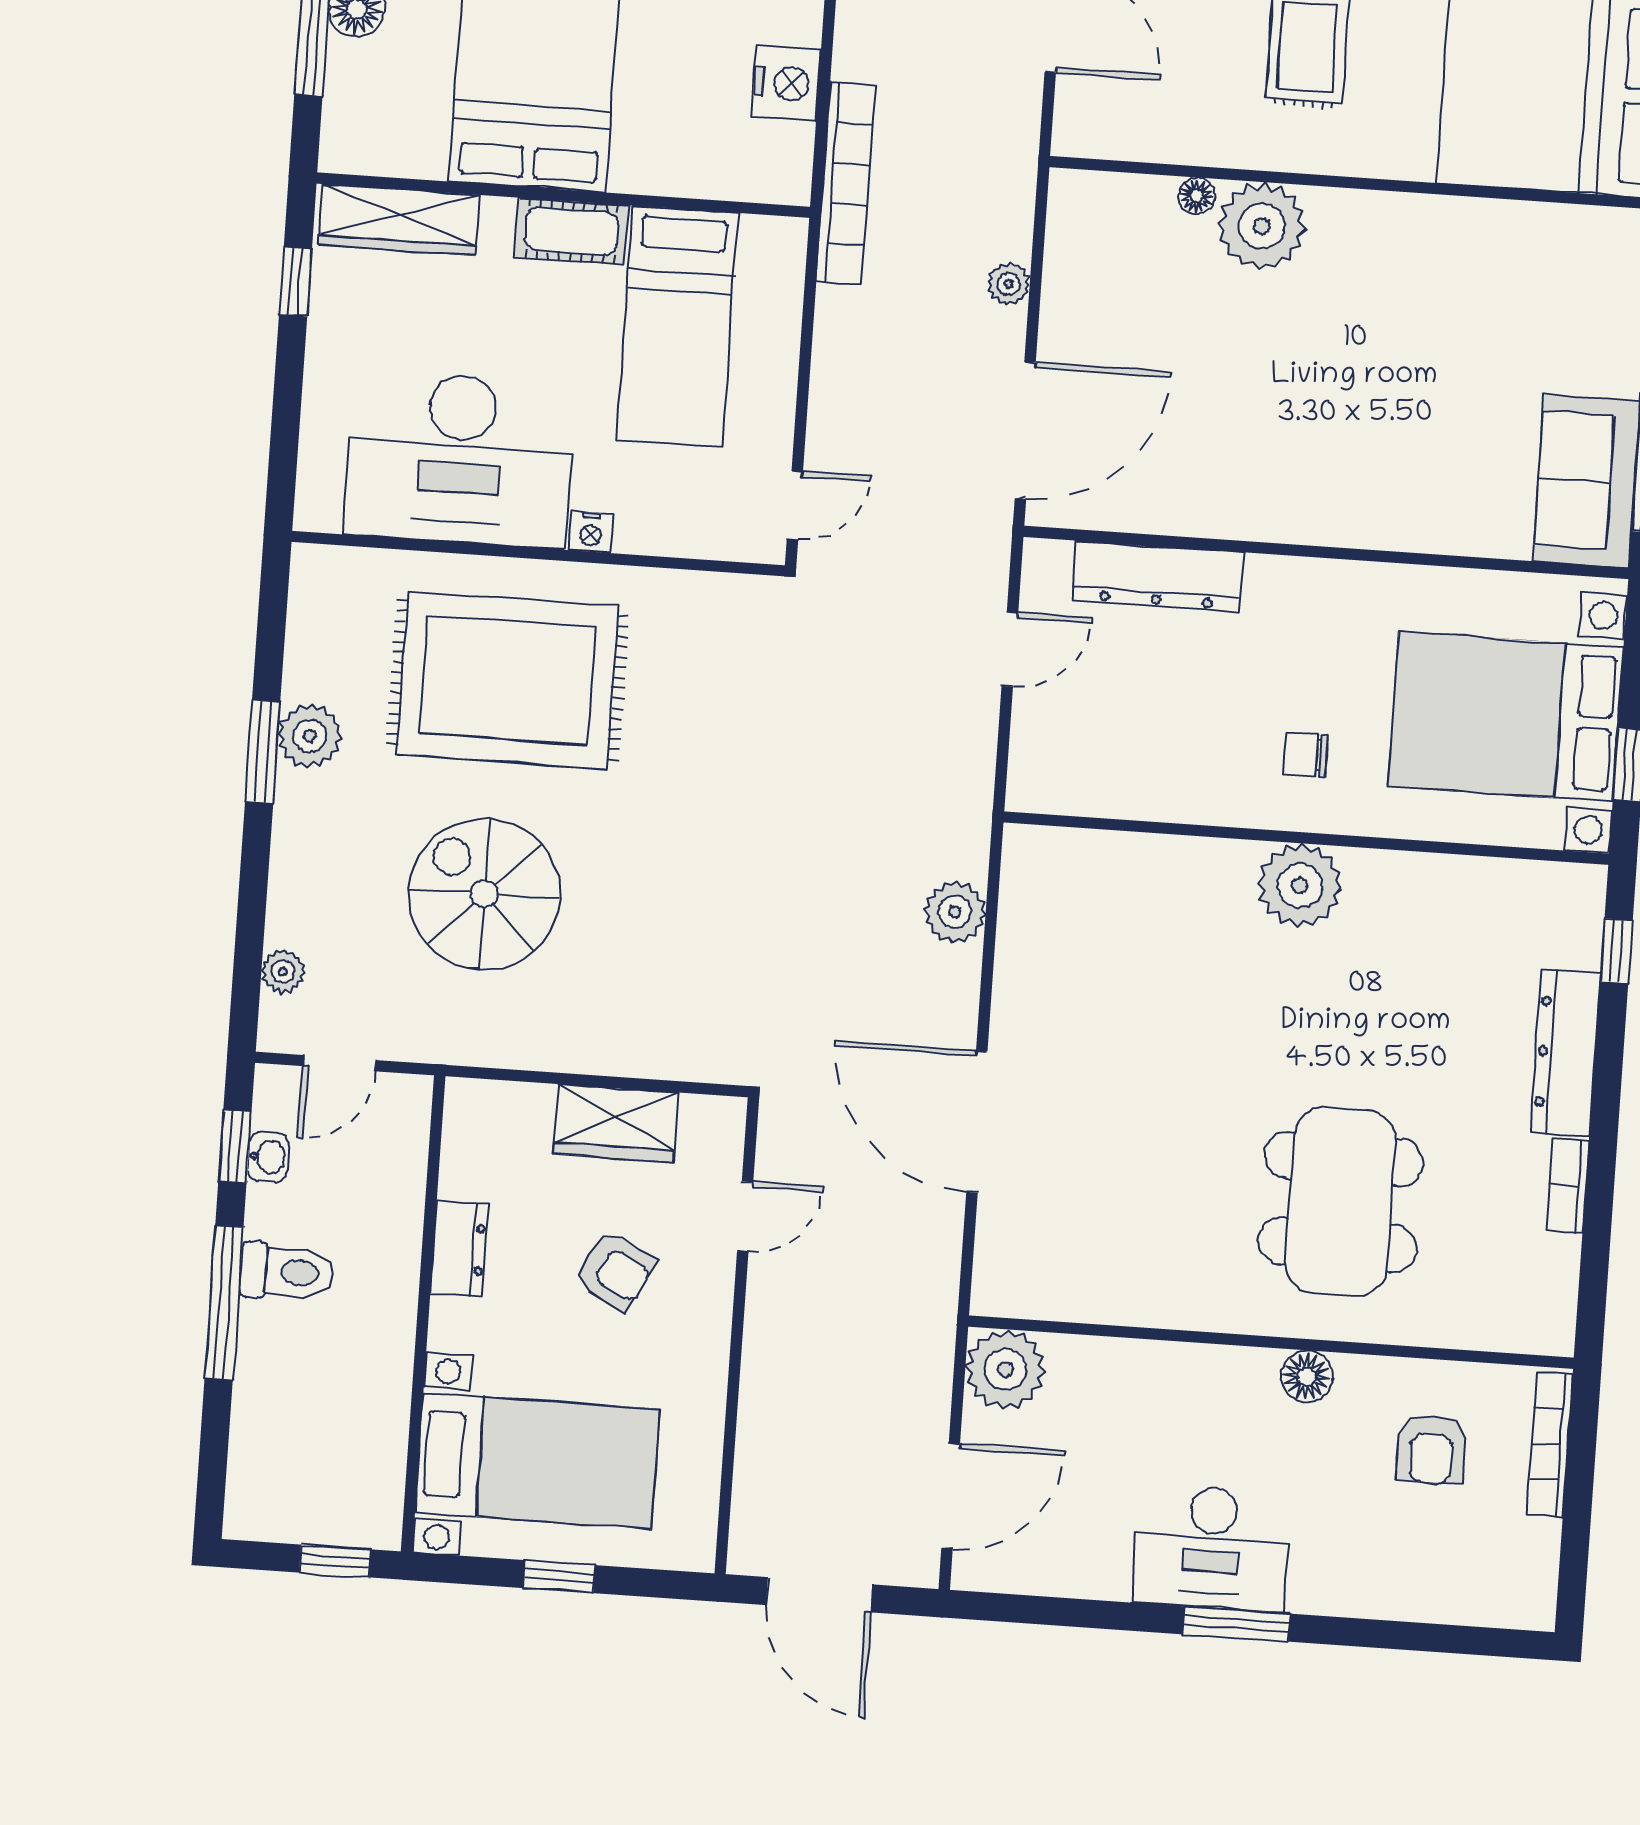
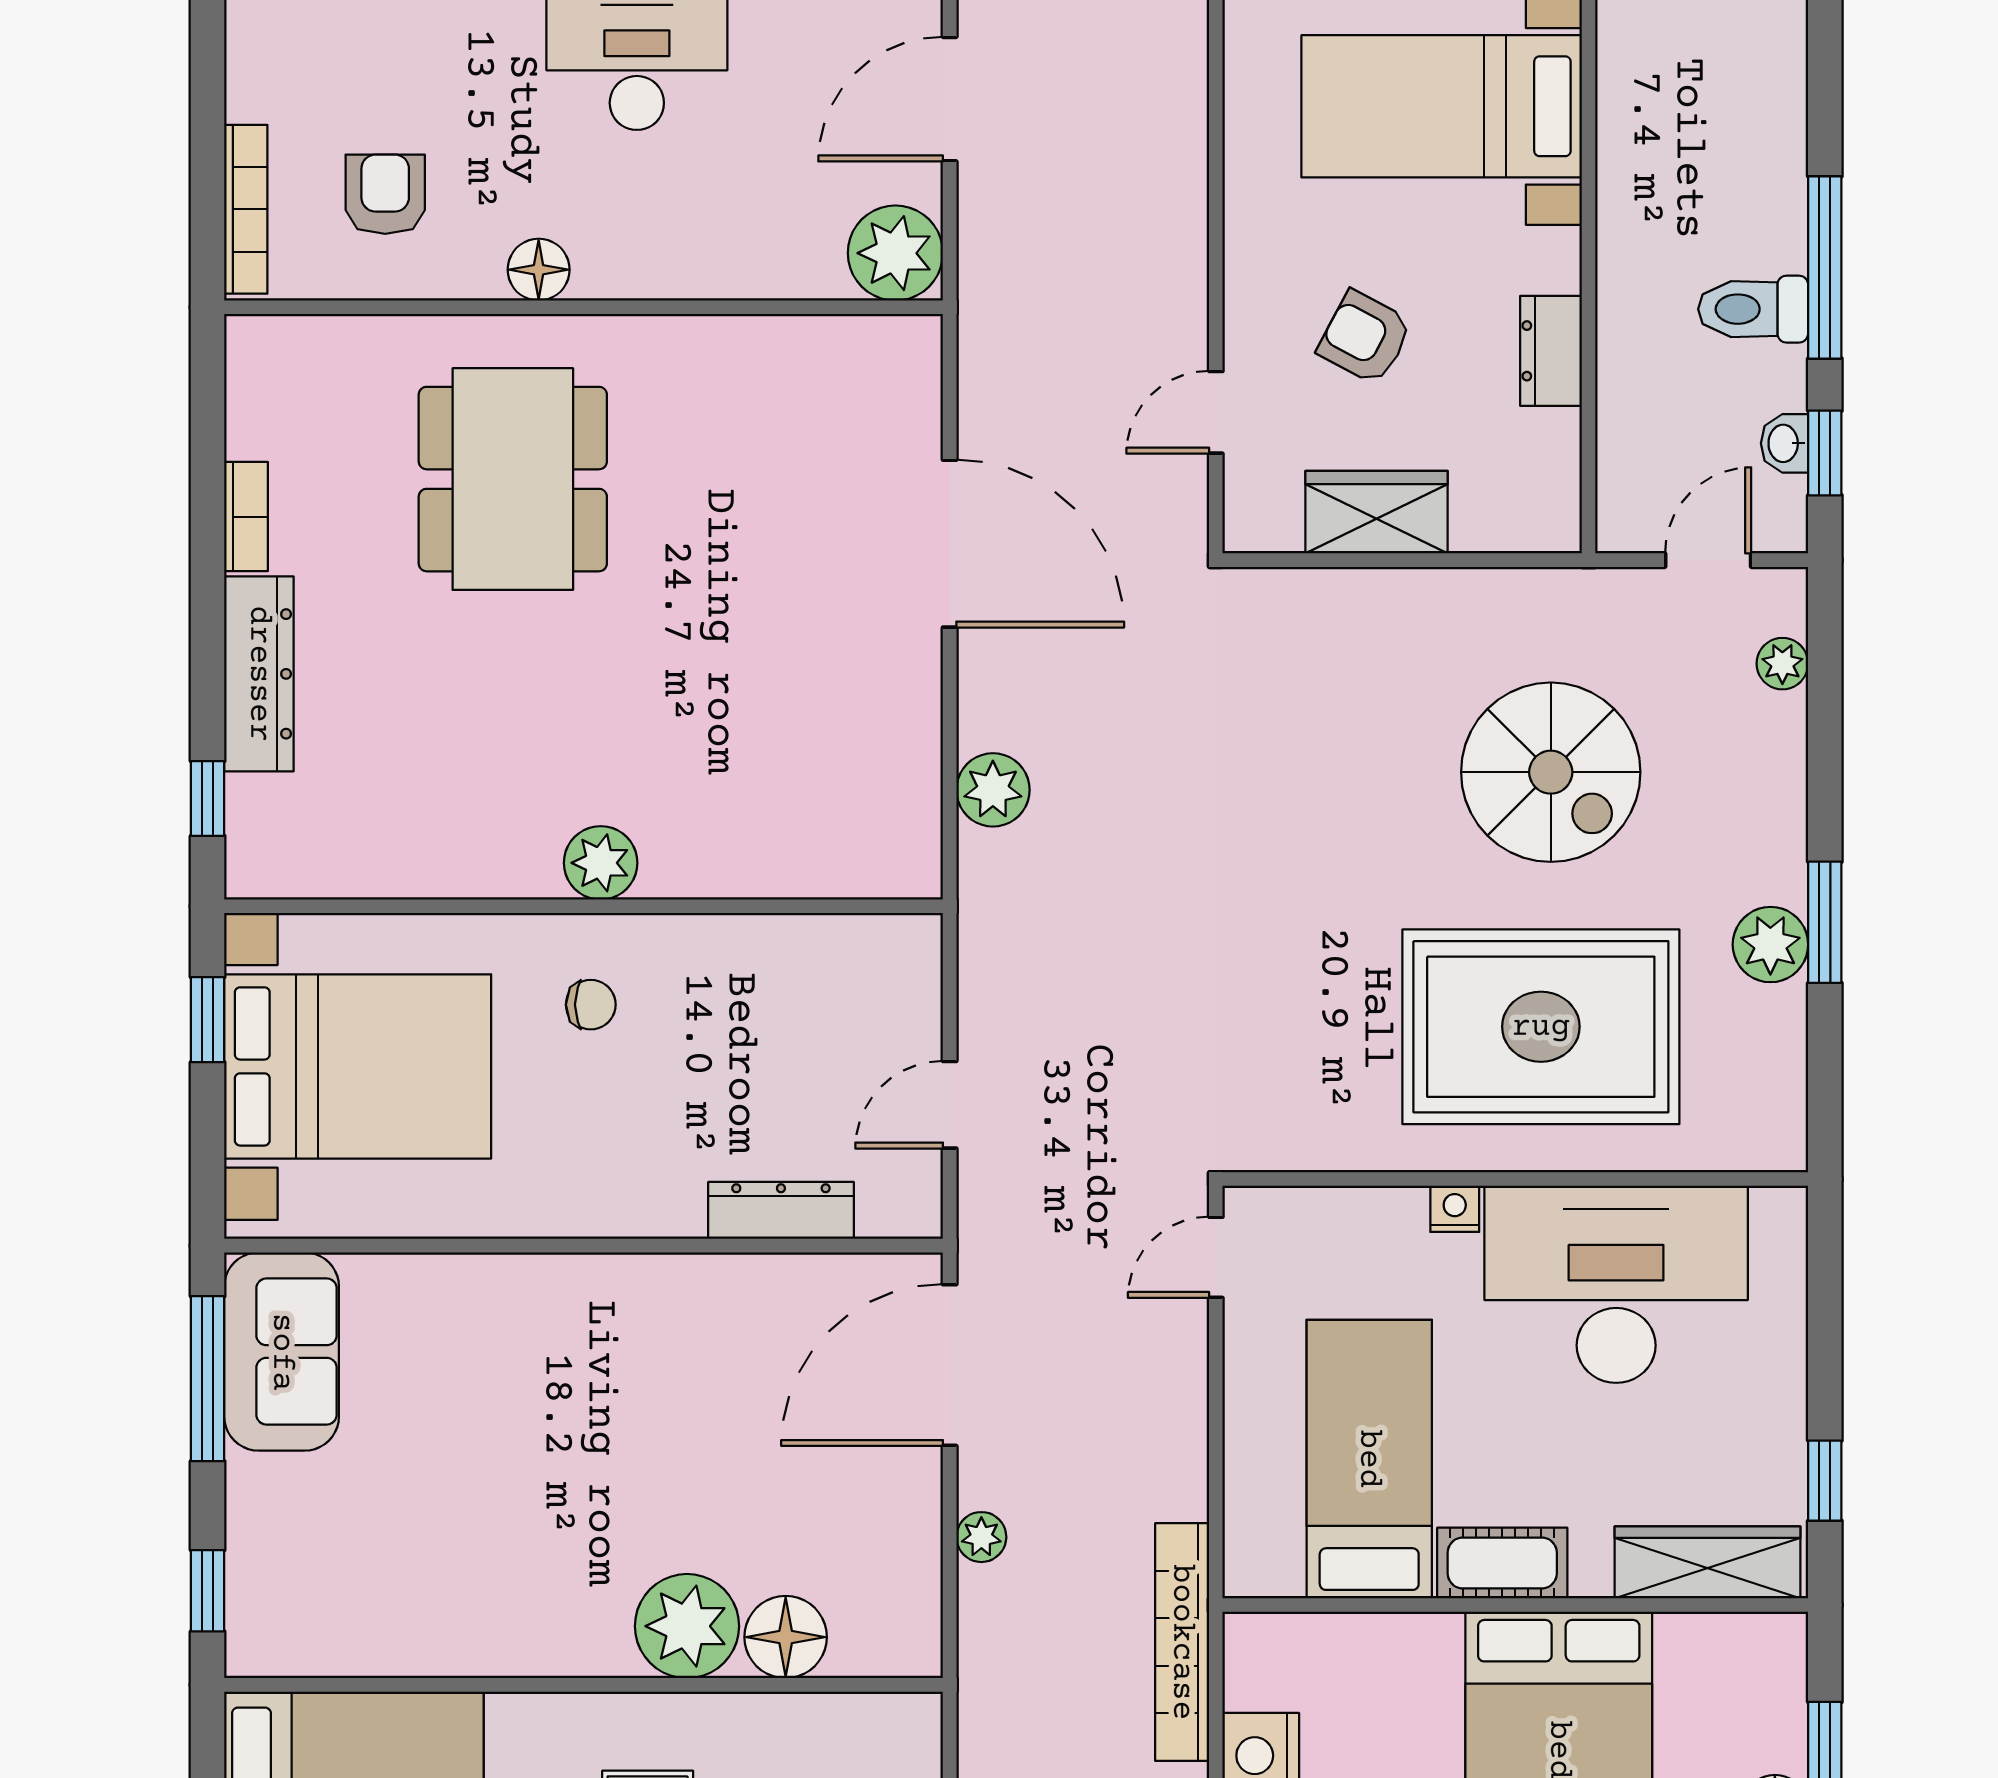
floor lamp: (1197, 196) -> (786, 1637), width x1.89, depth x1.89
dresser: (1158, 576) -> (781, 1210), width x0.73, depth x0.80
plant: (1300, 886) -> (601, 863), width x0.73, depth x0.73

